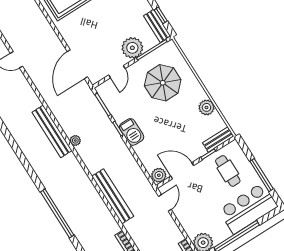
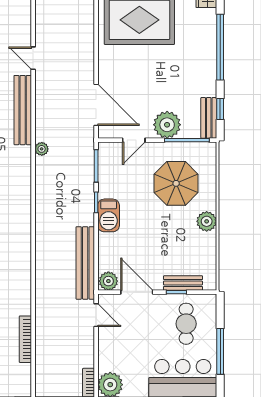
door: (77, 64) -> (96, 105), swing flipped
plant: (207, 107) -> (207, 221), moved
bench: (52, 131) -> (23, 110), moved
bench: (218, 140) -> (183, 283), moved
plant: (75, 141) -> (42, 149), moved
bench: (113, 196) -> (85, 263), moved
door: (165, 203) -> (96, 315), hinge flipped

